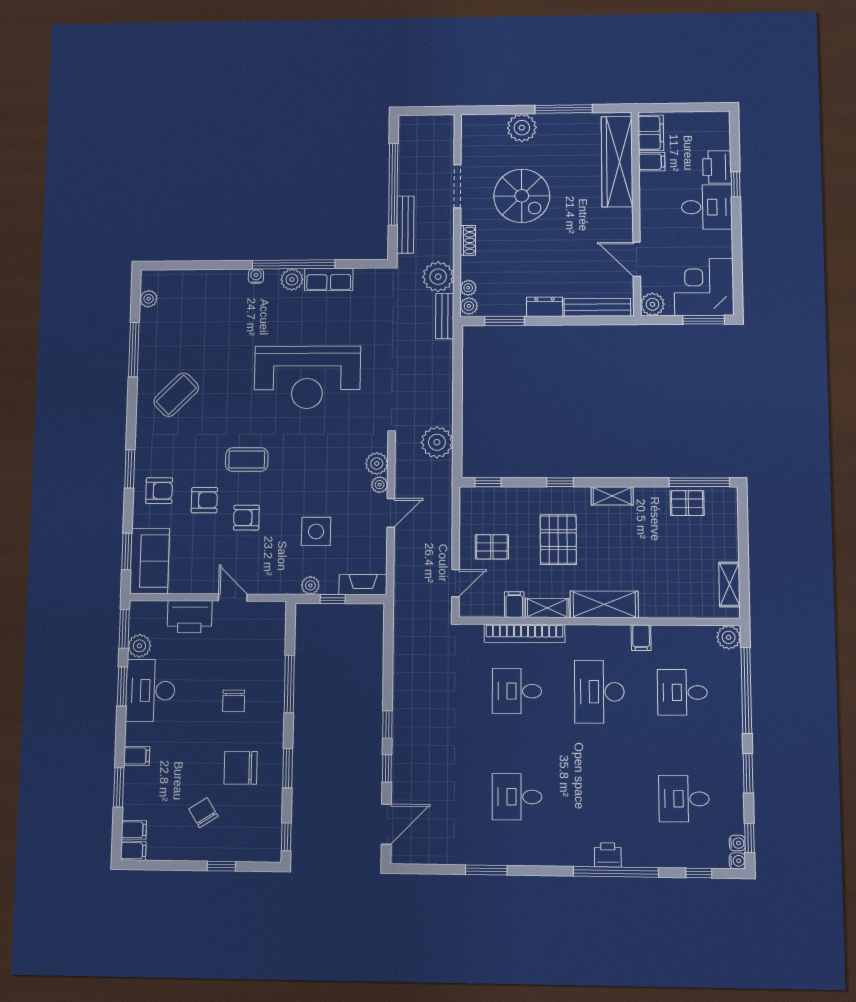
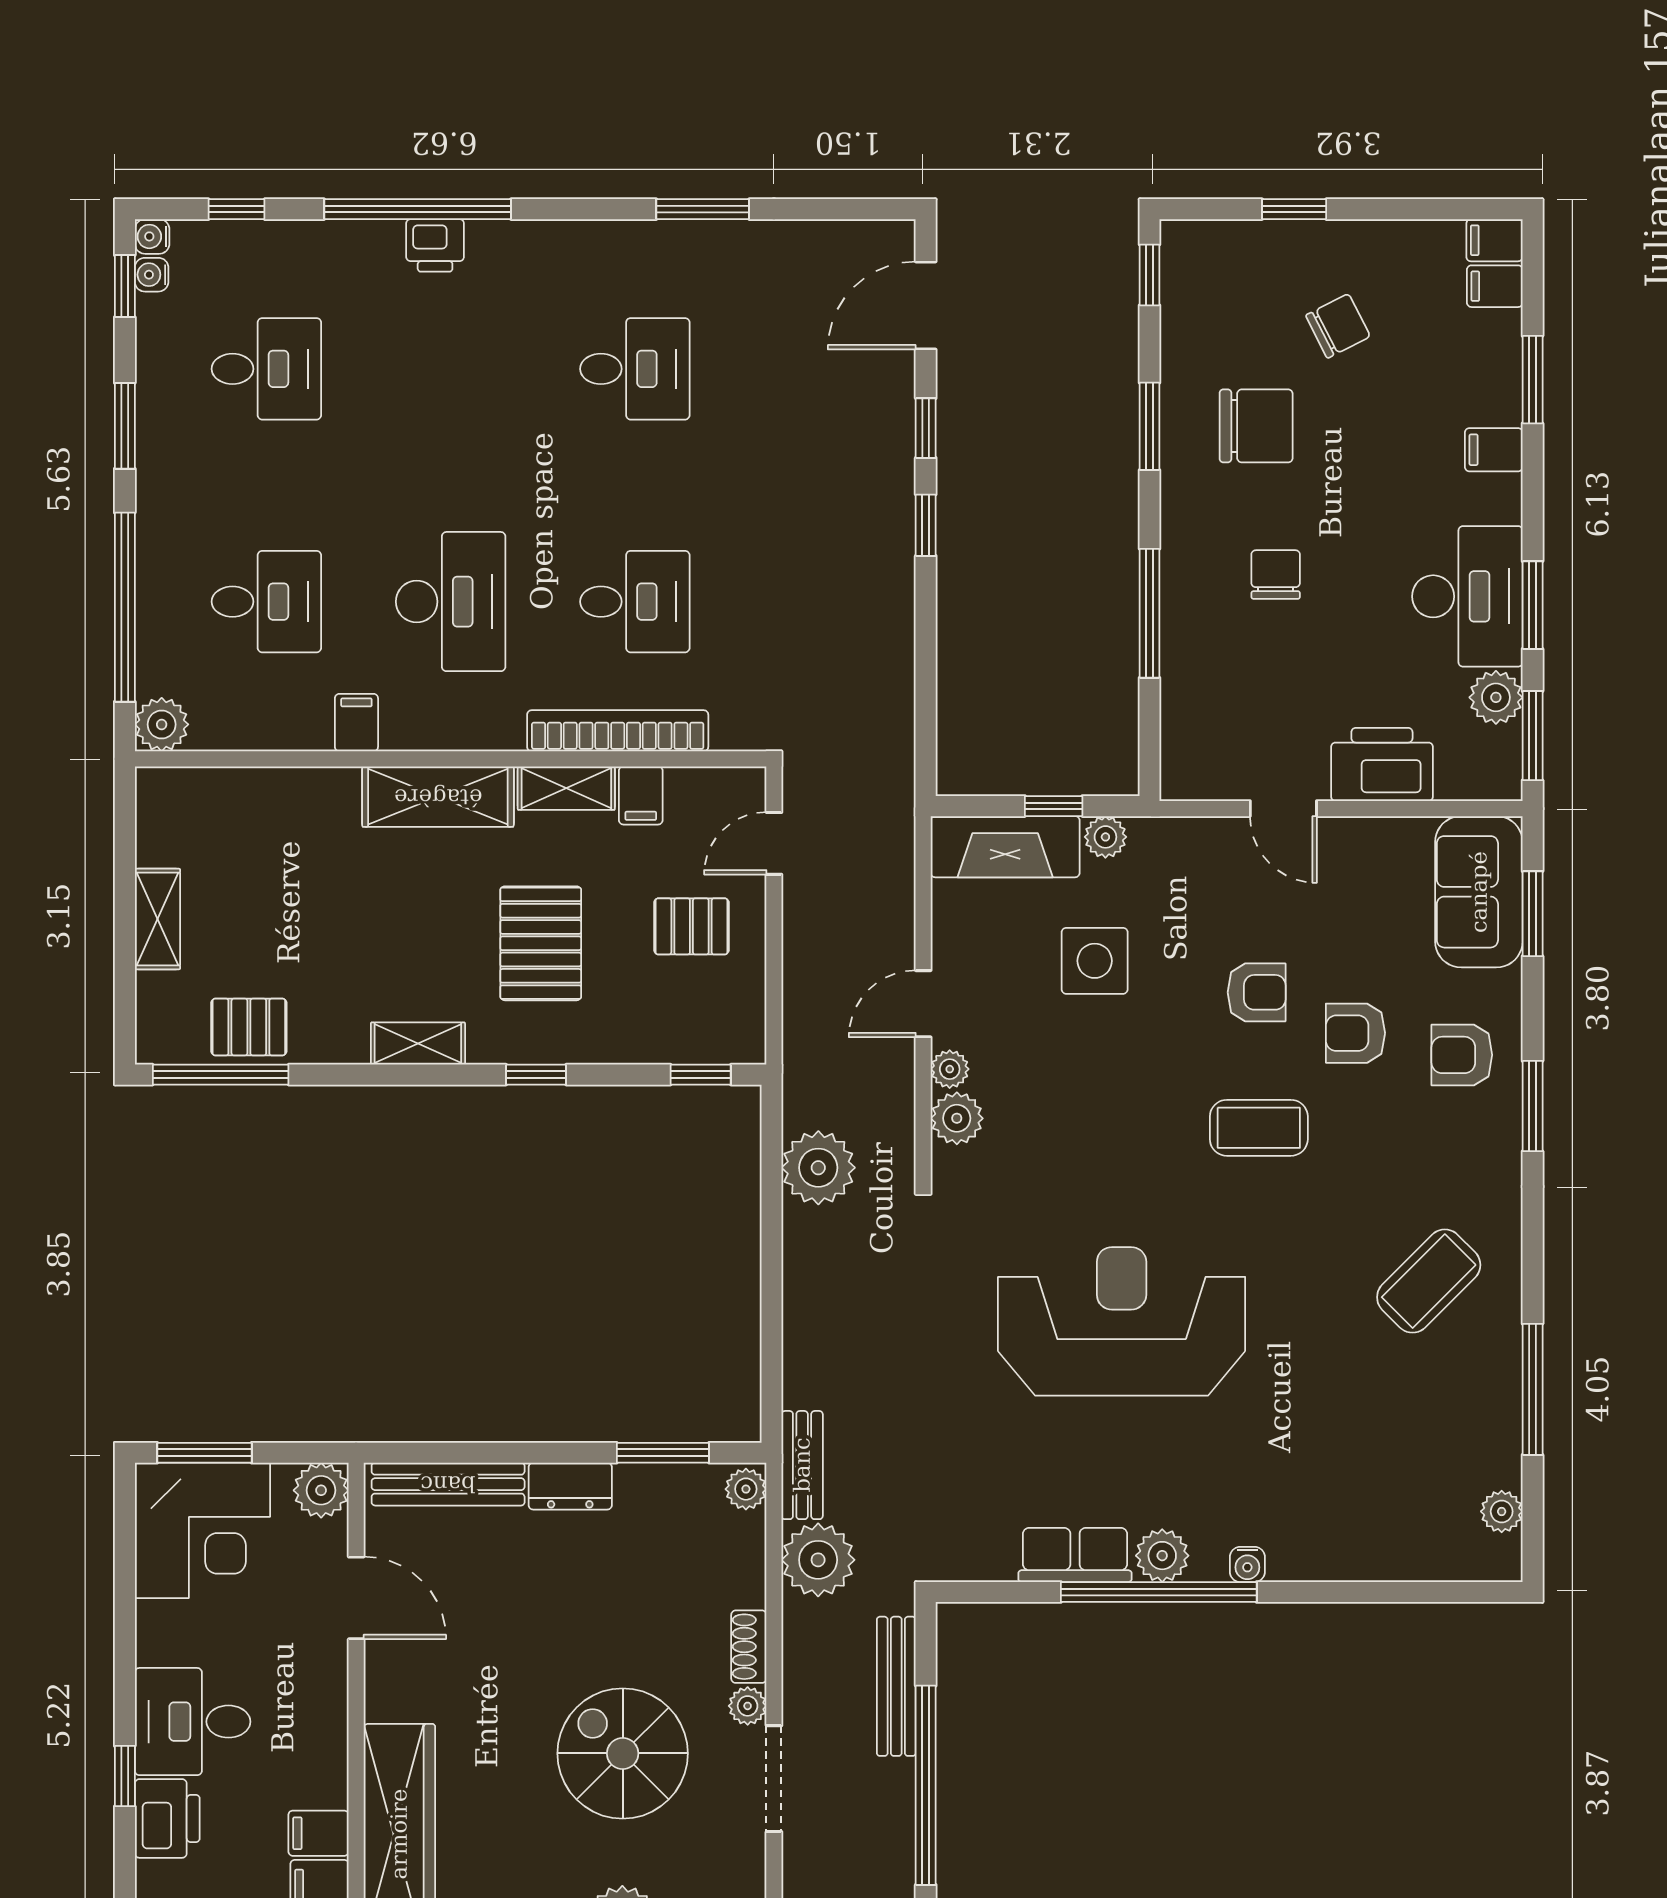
plant: (468, 288) -> (748, 1706), moved
shelving: (729, 584) -> (157, 919), moved
fireplace: (363, 585) -> (1005, 847), width x1.37, depth x1.32
chair: (203, 813) -> (1338, 326), turned -85

